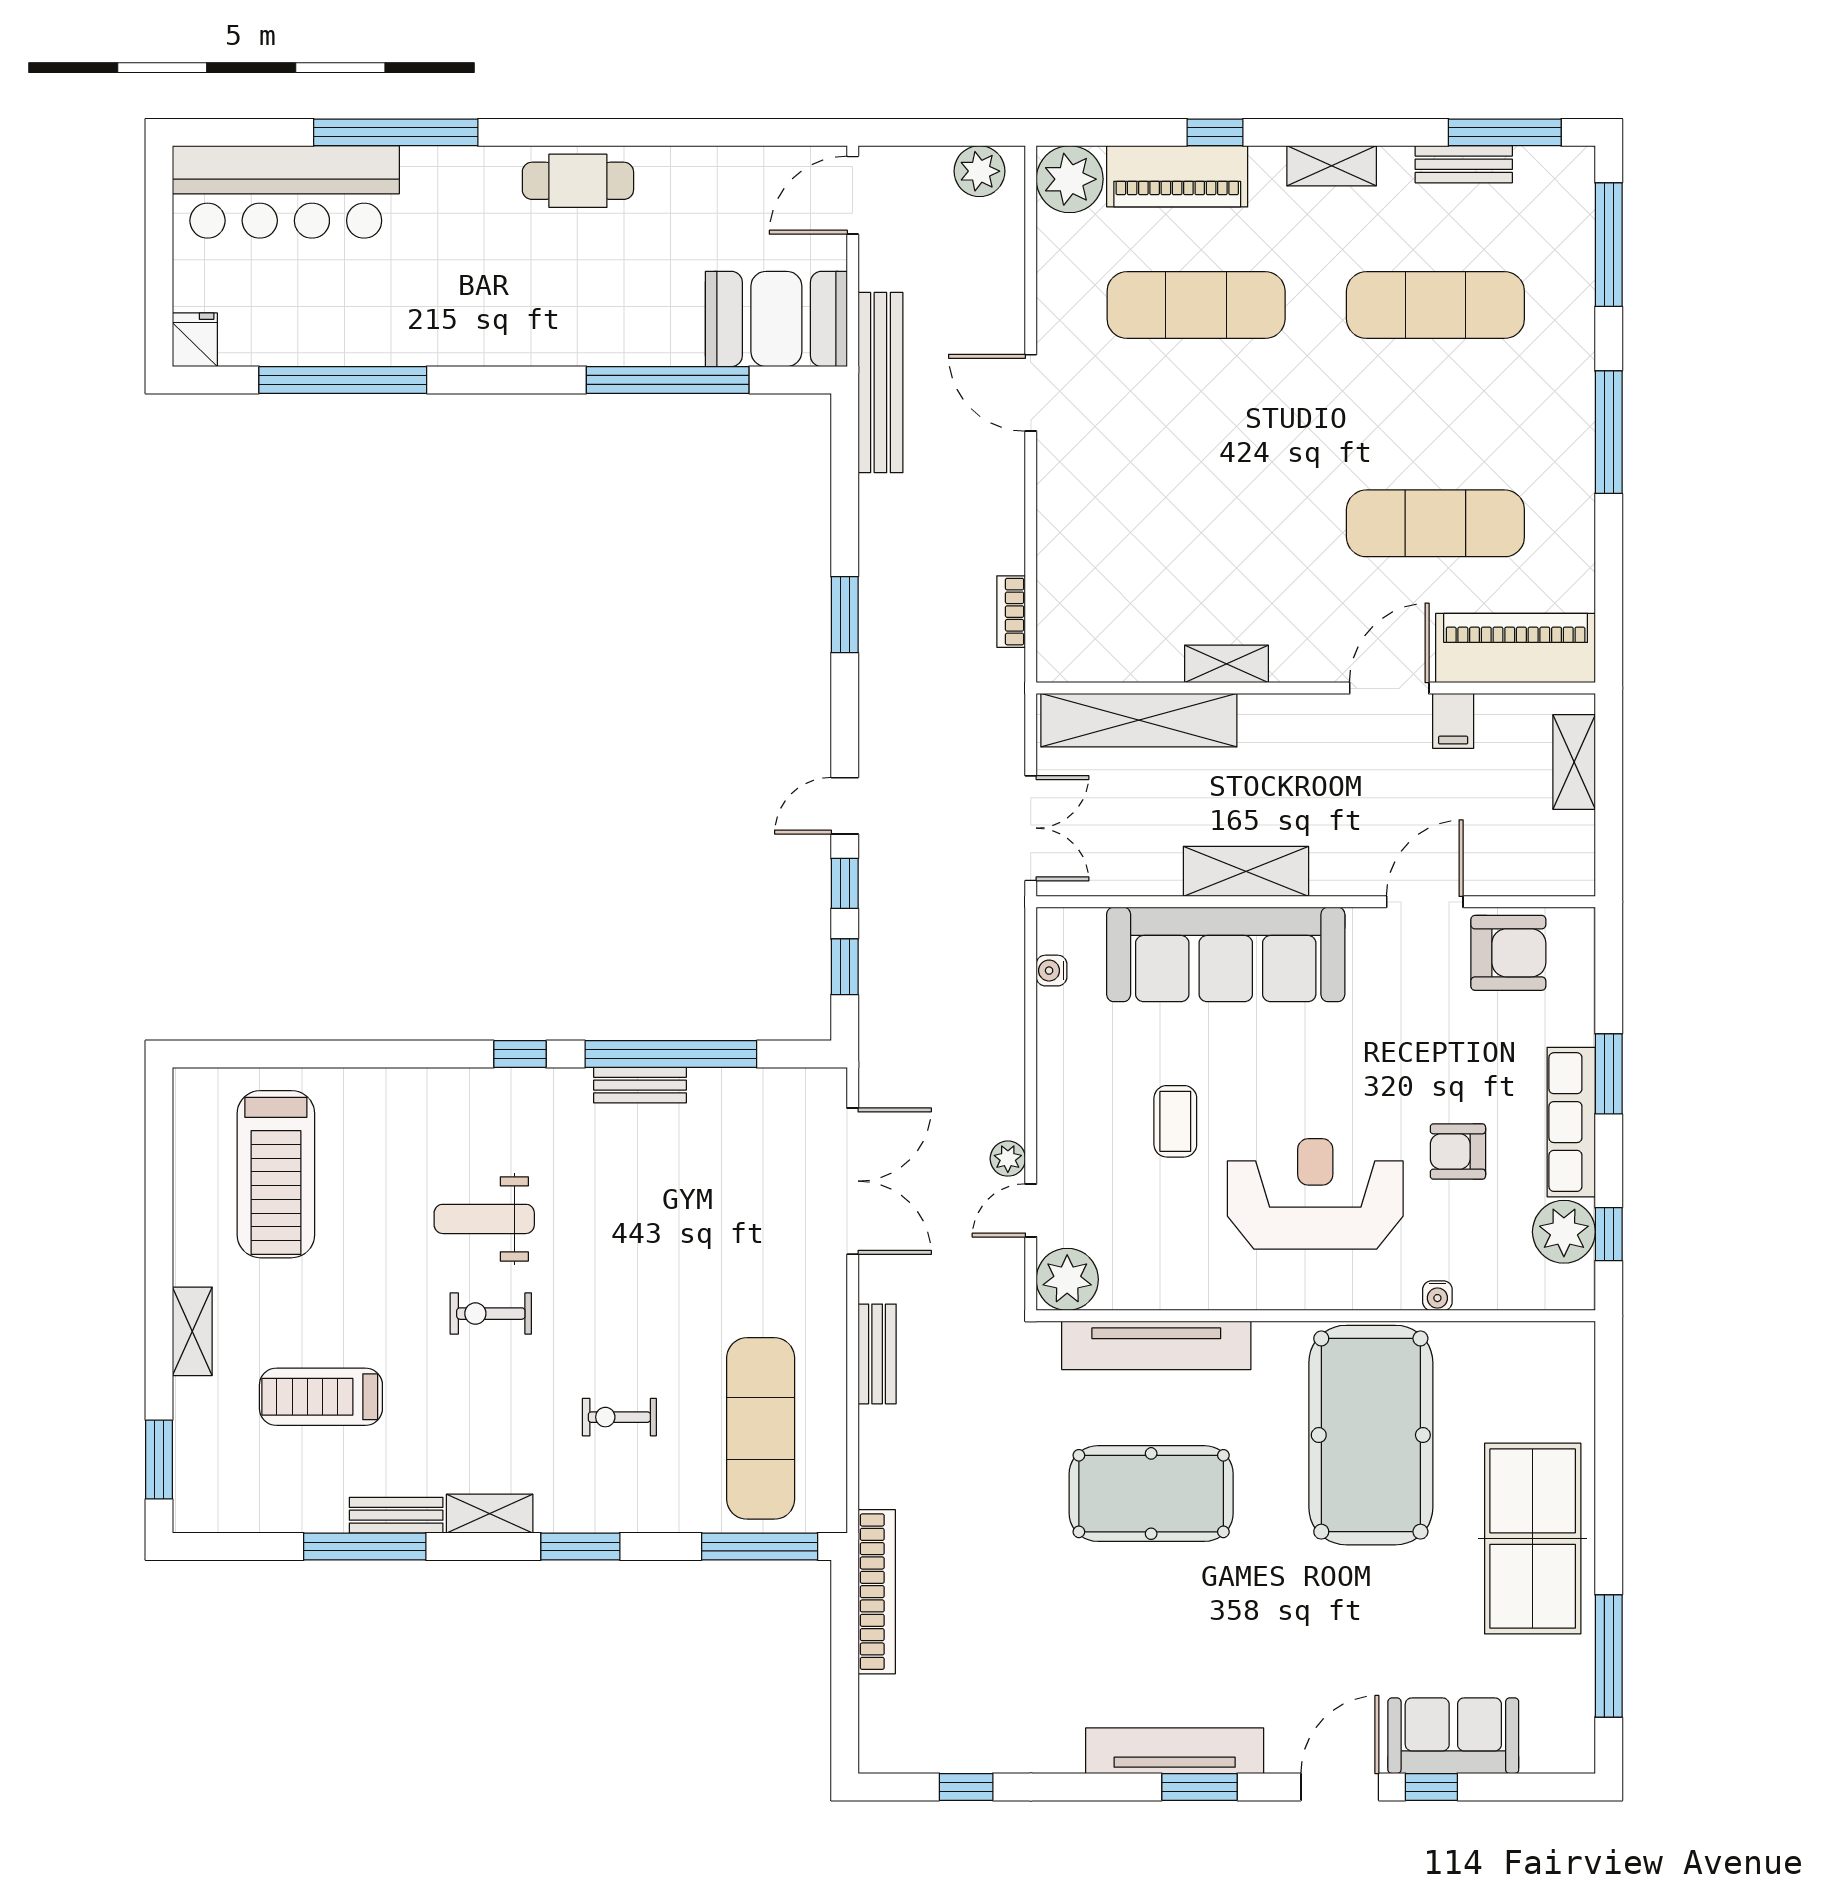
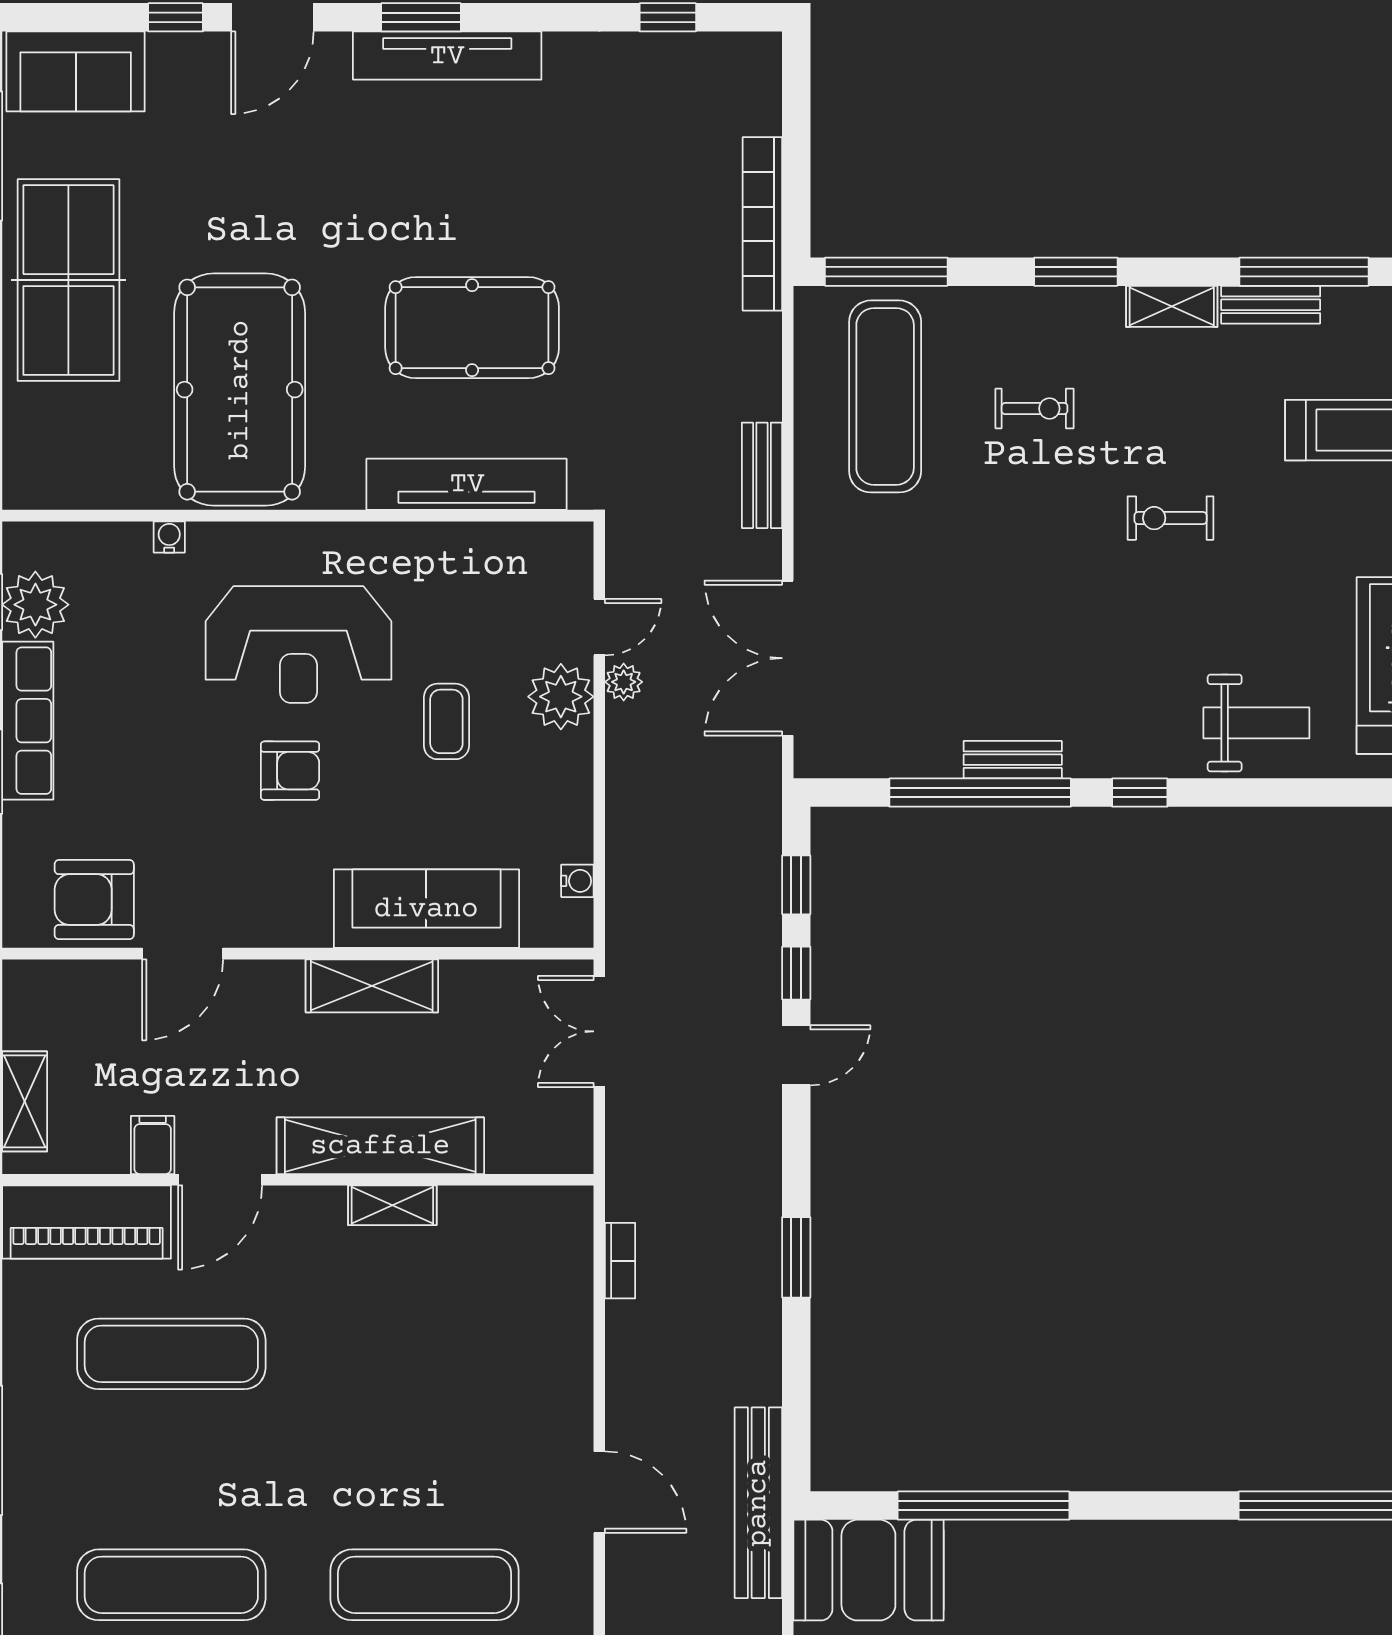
shelving: (1139, 720) -> (380, 1146), moved
sofa: (1226, 954) -> (426, 909), width x0.74, depth x0.79
armchair: (1458, 1151) -> (290, 771), moved
weight bench: (484, 1219) -> (1256, 723), moved
plant: (1067, 1279) -> (561, 697), moved
exercise bike: (491, 1314) -> (1171, 518), turned 180
sofa: (1453, 1736) -> (76, 71), moved

